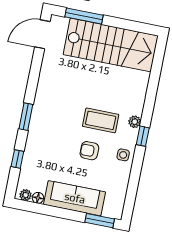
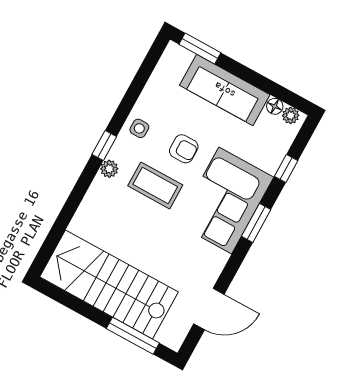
door: (42, 34) -> (209, 309), moved
corner sofa: (51, 125) -> (225, 201), added

